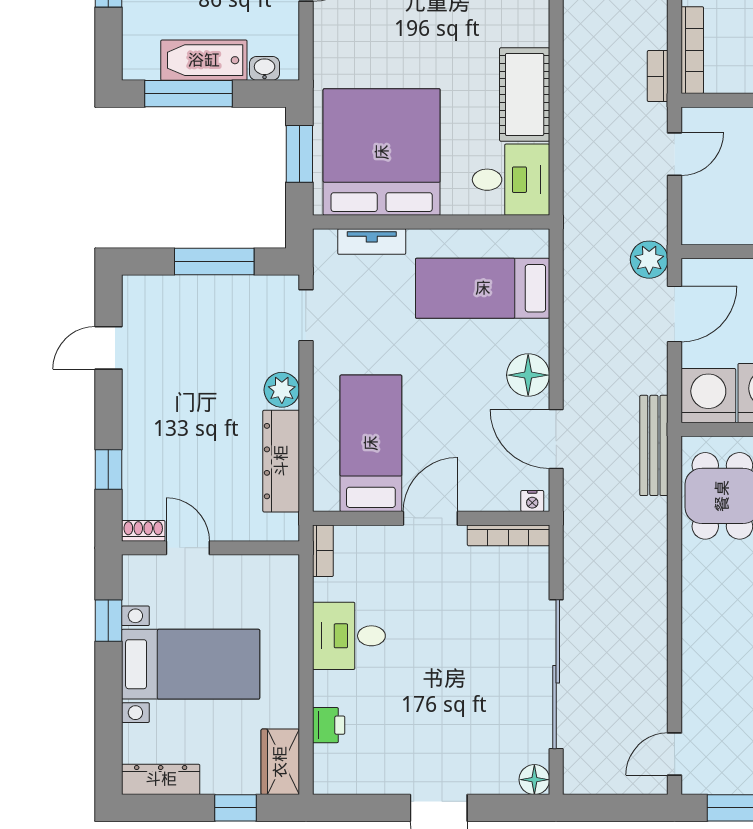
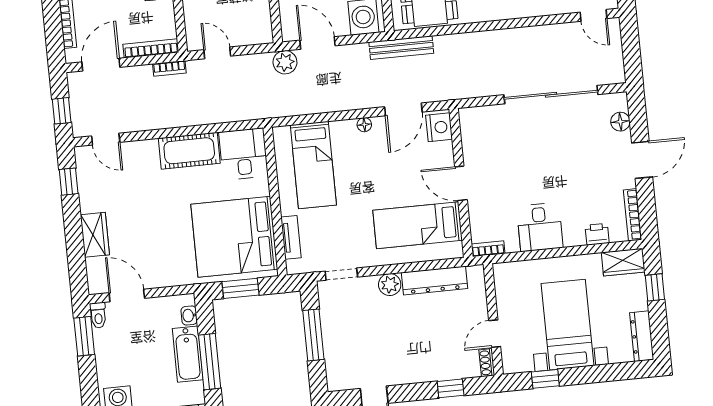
floor lamp: (528, 375) -> (364, 125), width x0.53, depth x0.53
nightstand: (532, 501) -> (439, 127), width x1.89, depth x1.79
bookcase: (508, 535) -> (633, 215), moved, turned 180
floor lamp: (534, 780) -> (620, 122), moved

